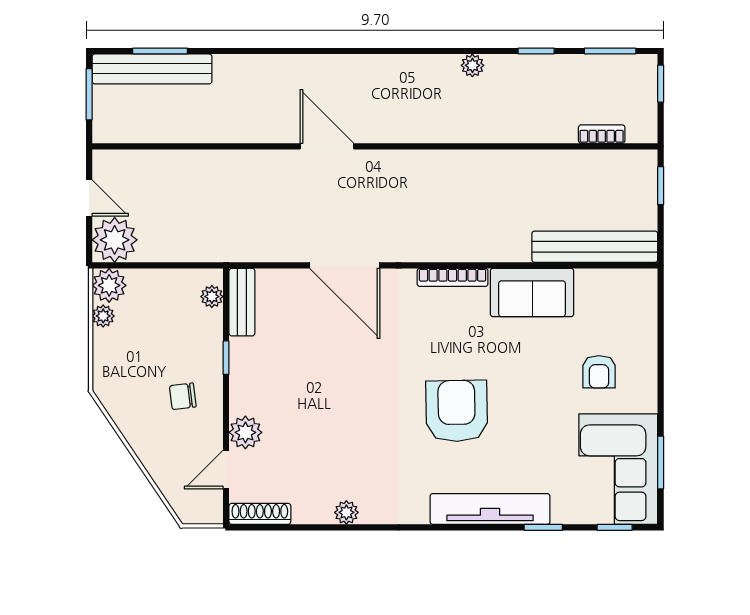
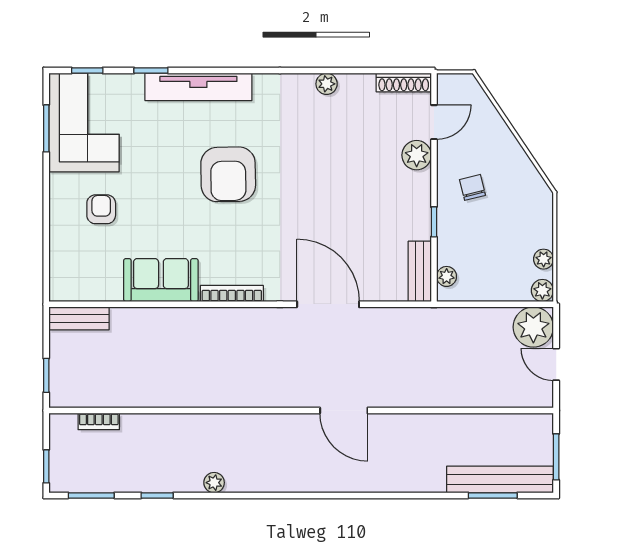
bench: (595, 247) -> (79, 318), width x0.54, depth x0.82
plant: (109, 285) -> (542, 291), width x0.73, depth x0.73
chair: (183, 396) -> (472, 187), turned -97

